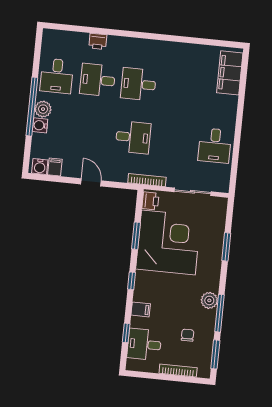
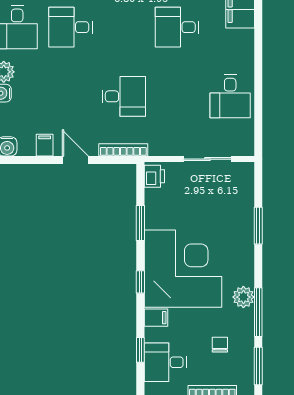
desk: (138, 84) -> (177, 27), moved
filing cabinet: (55, 167) -> (45, 145), moved
bookcase: (147, 180) -> (123, 150), moved
corner desk: (168, 243) -> (183, 269), moved

